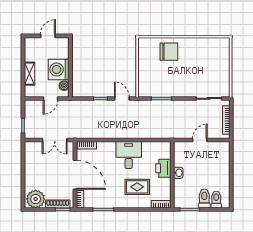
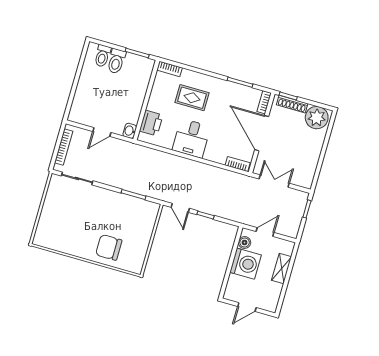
printer: (163, 168) -> (151, 123), moved
washbasin: (178, 173) -> (130, 131), moved

